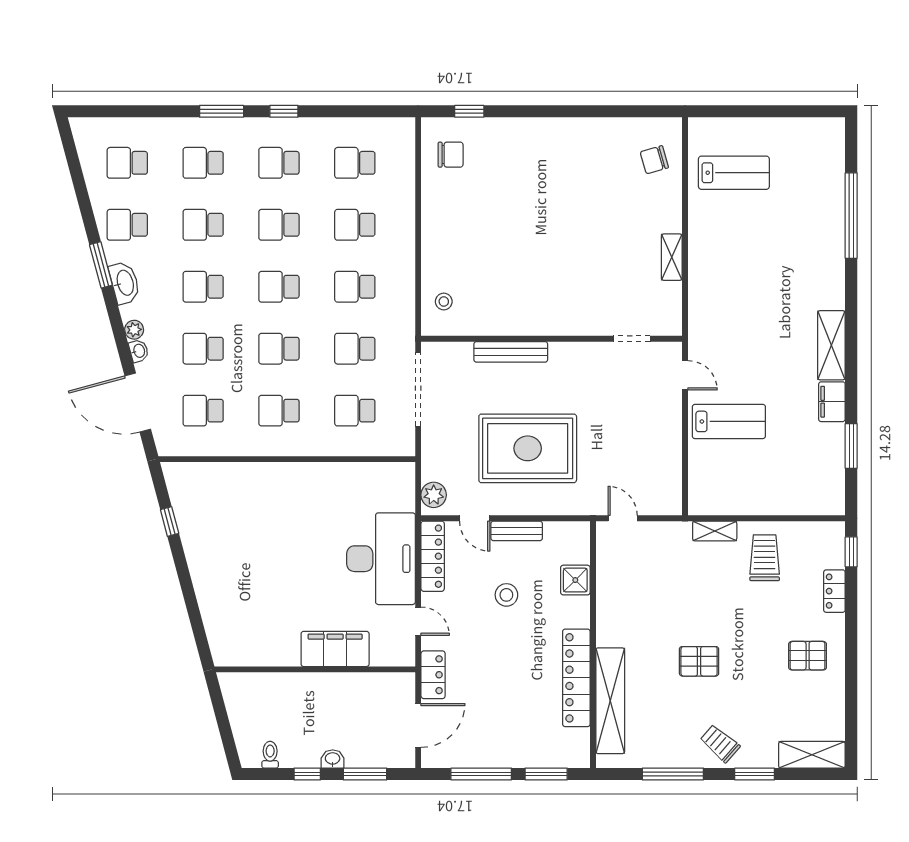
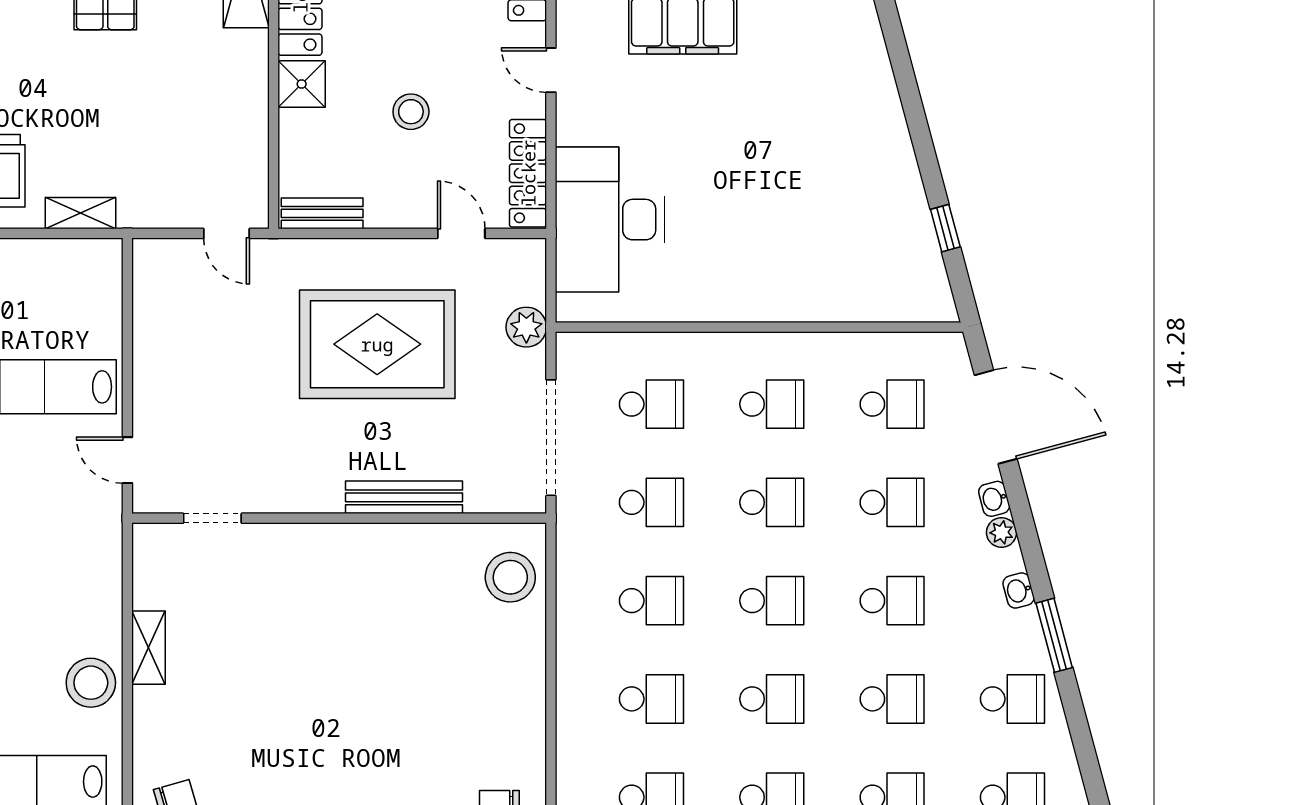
stool: (708, 235) -> (91, 683), added
washbasin: (125, 283) -> (1019, 590), width x0.52, depth x0.69
stool: (444, 302) -> (510, 577), width x1.89, depth x1.89
plant: (434, 495) -> (526, 327), moved
bench: (517, 531) -> (322, 213), moved
desk: (381, 559) -> (610, 220), moved
shower: (575, 580) -> (302, 84), moved

